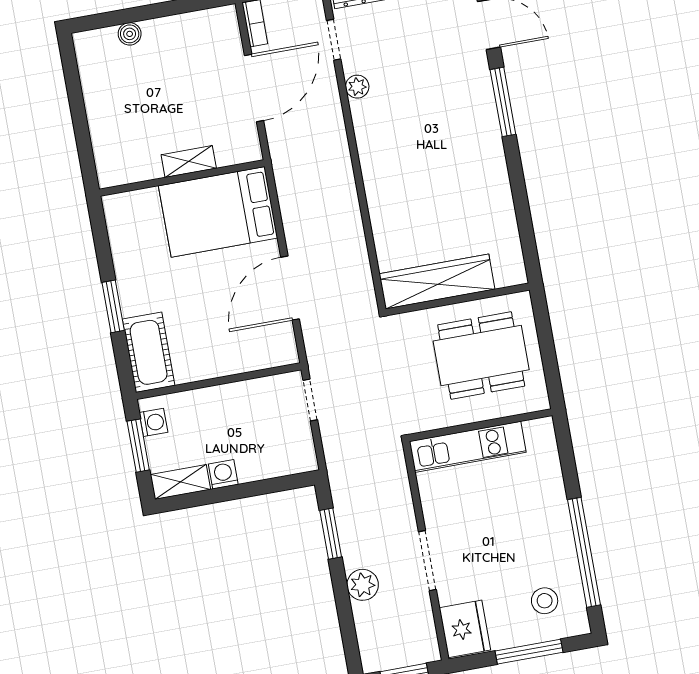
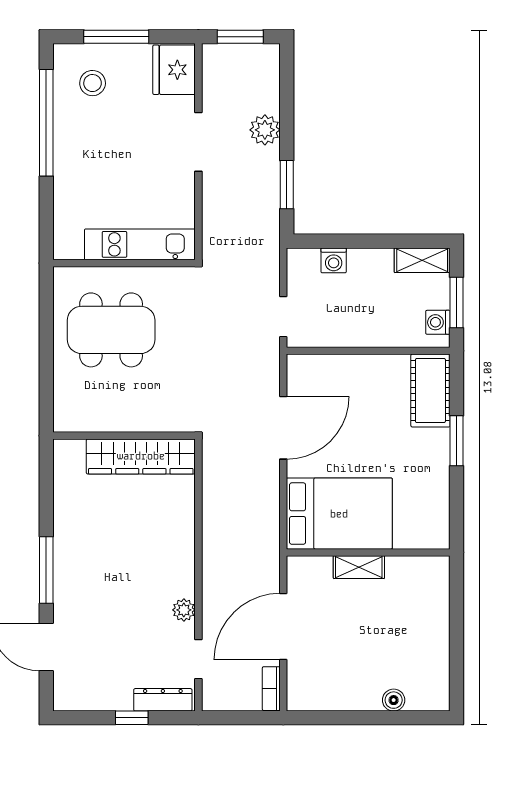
wardrobe: (437, 282) -> (141, 456), moved
wall: (458, 299) -> (124, 436), moved
washing machine: (223, 474) -> (334, 260), moved

